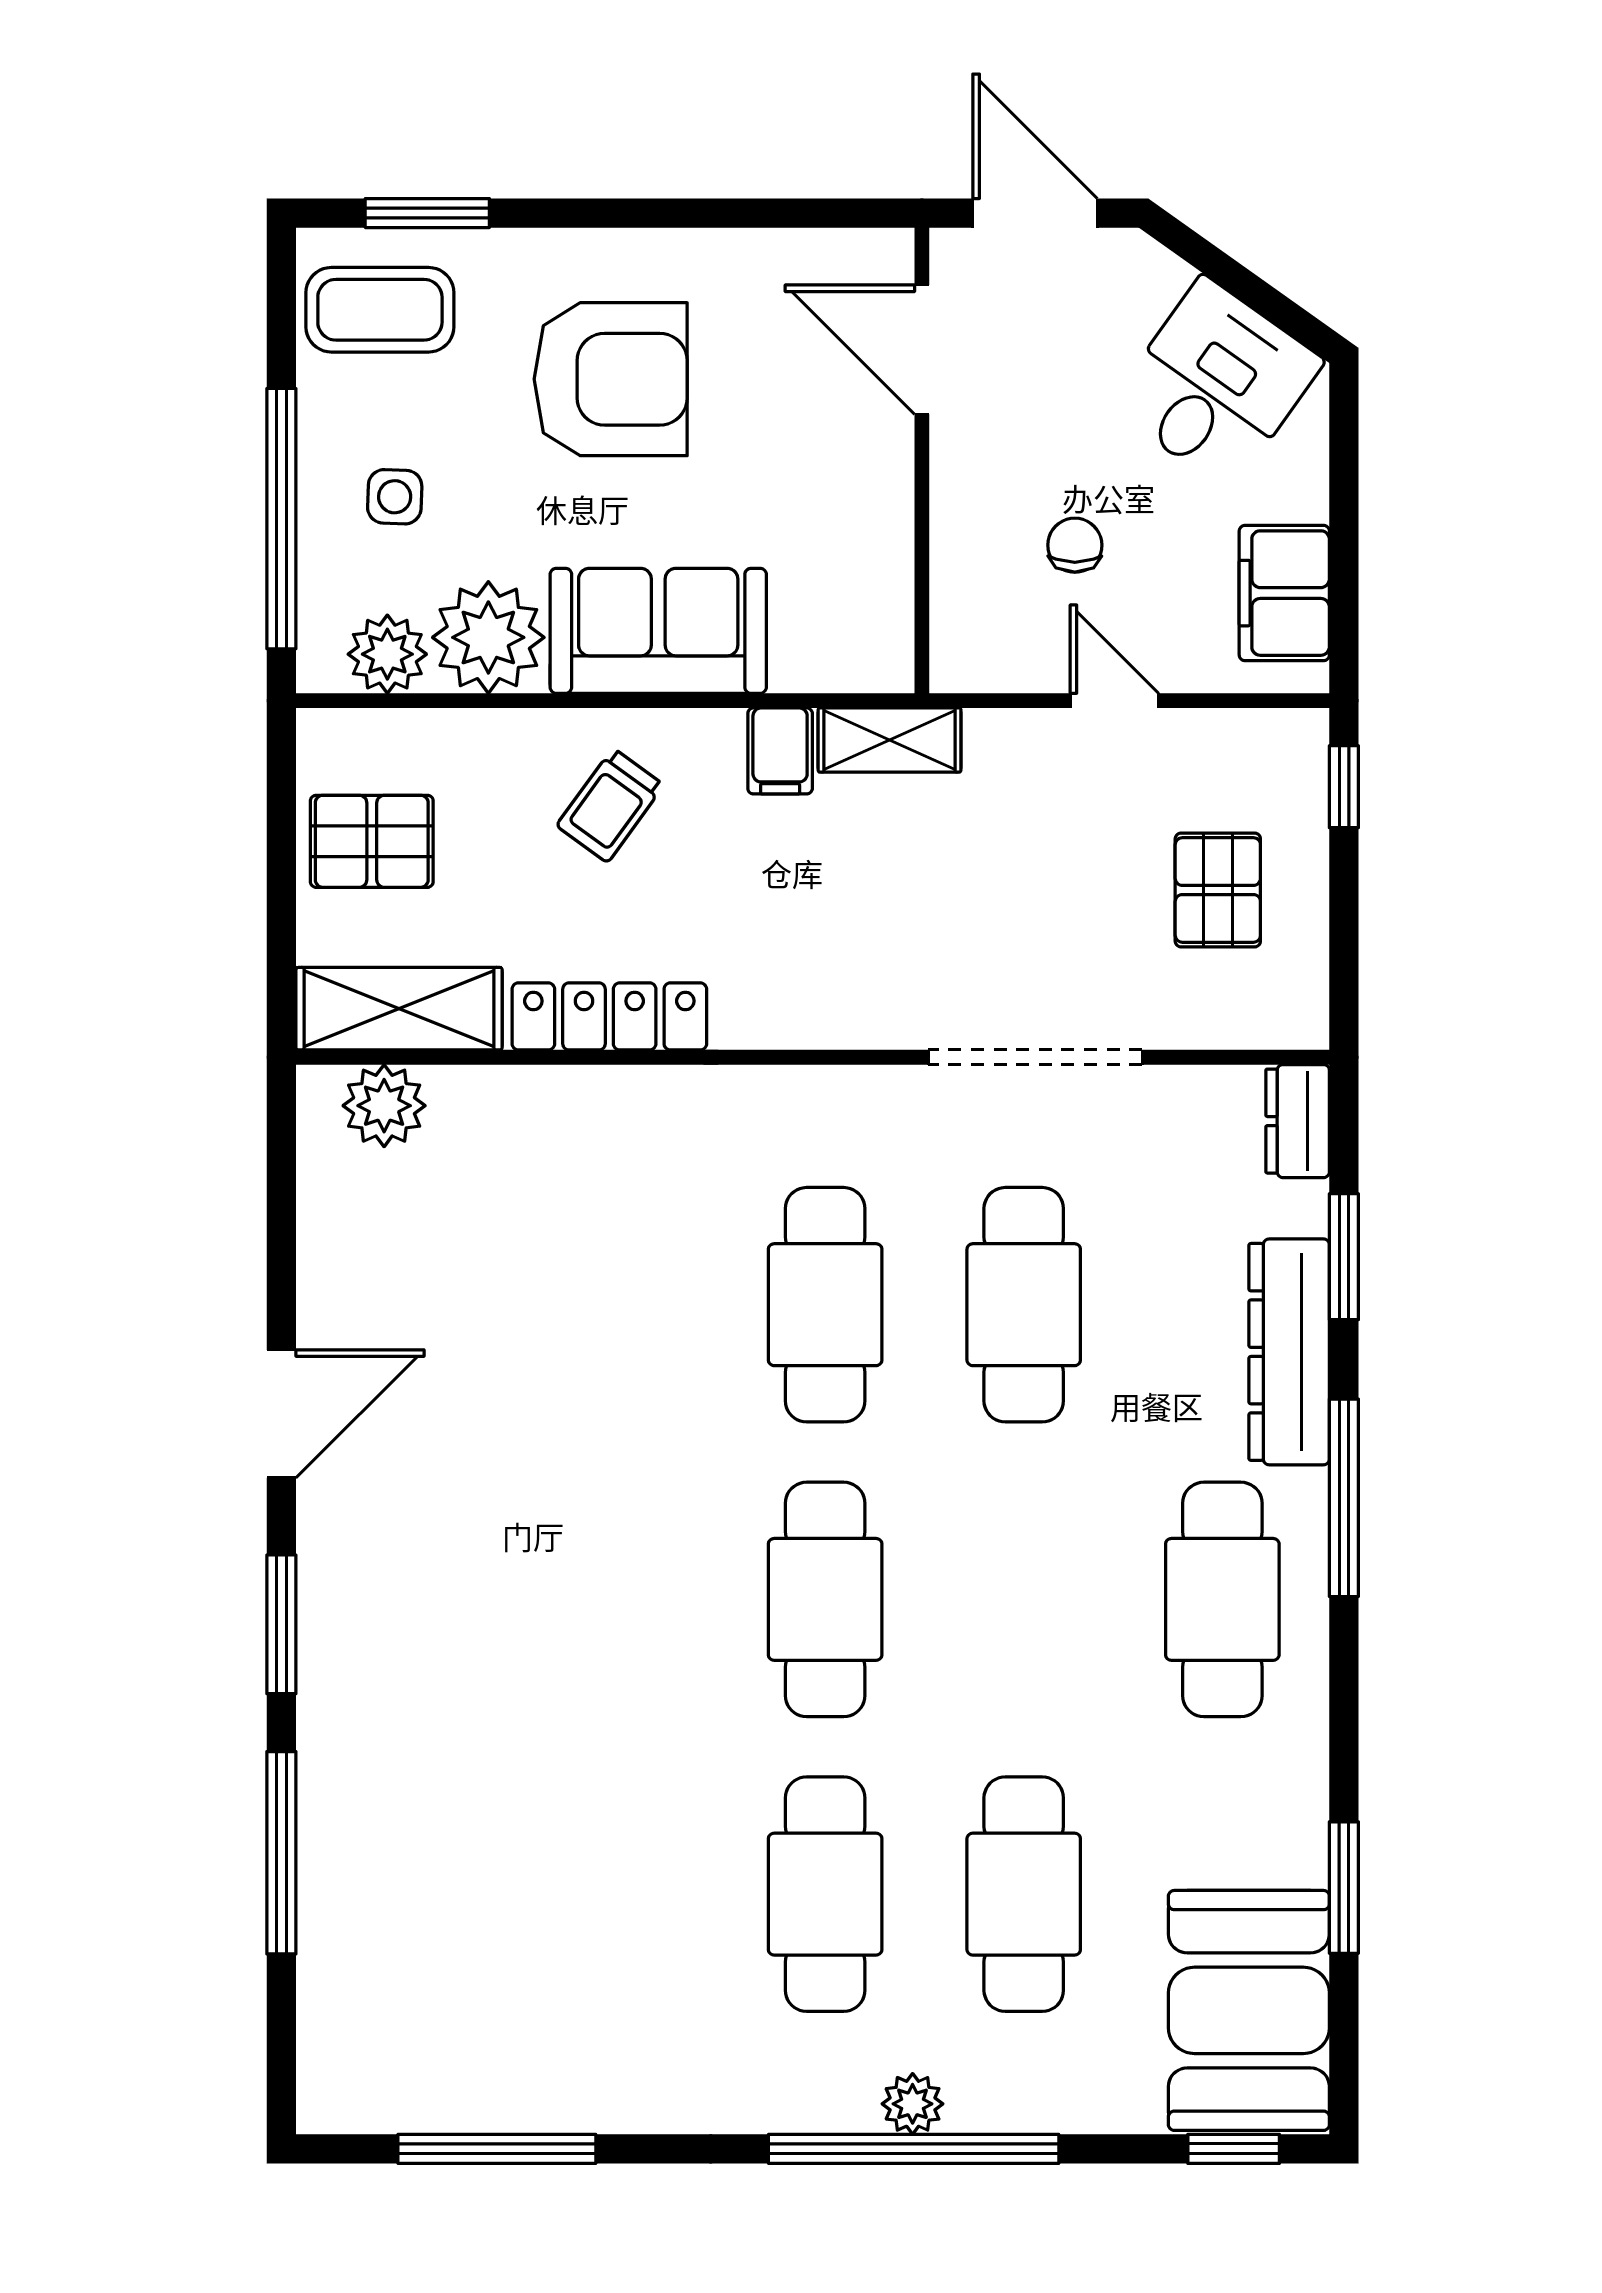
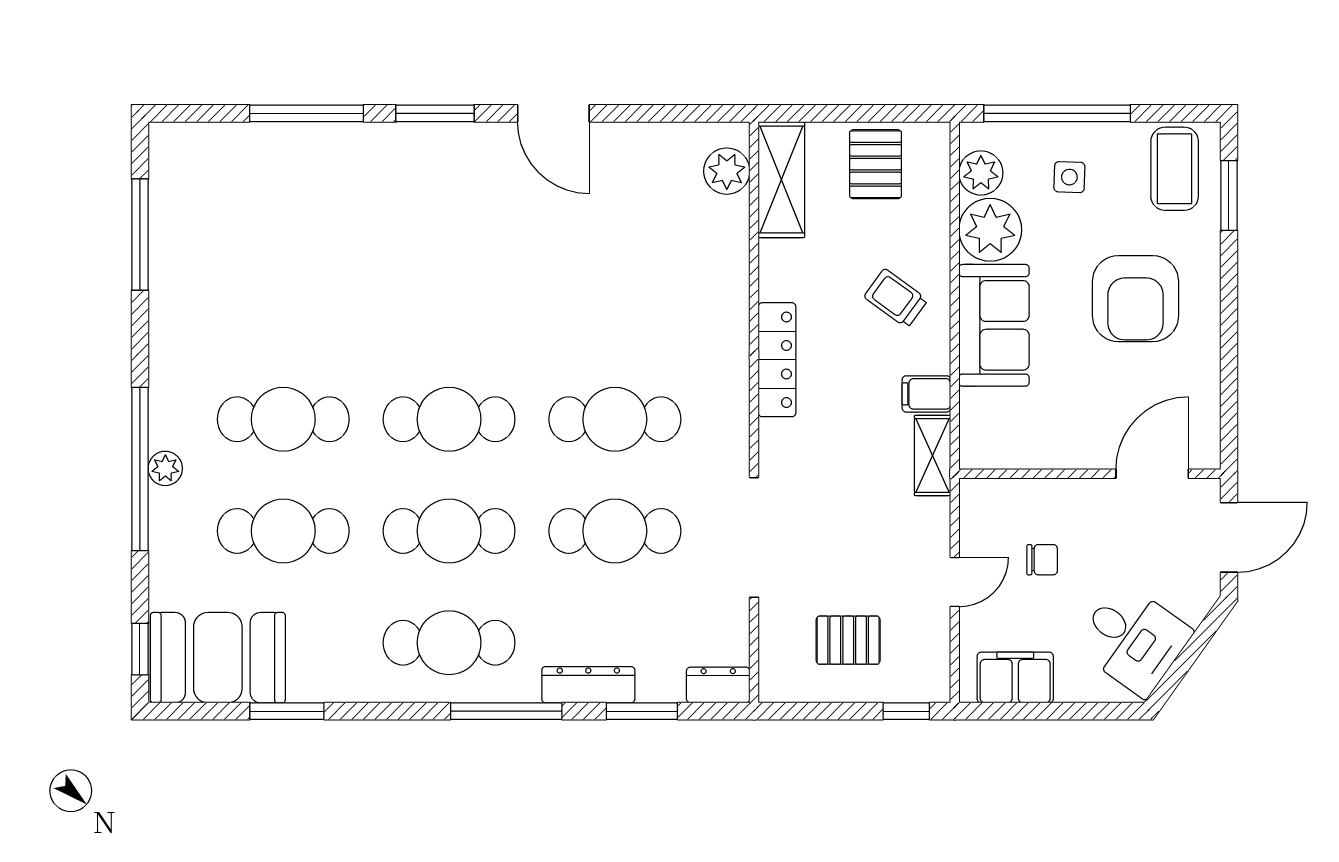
locker: (609, 1016) -> (777, 360), moved
dresser: (1289, 1352) -> (588, 685), width x0.73, depth x0.80
cafe table: (1024, 1599) -> (449, 531), added

